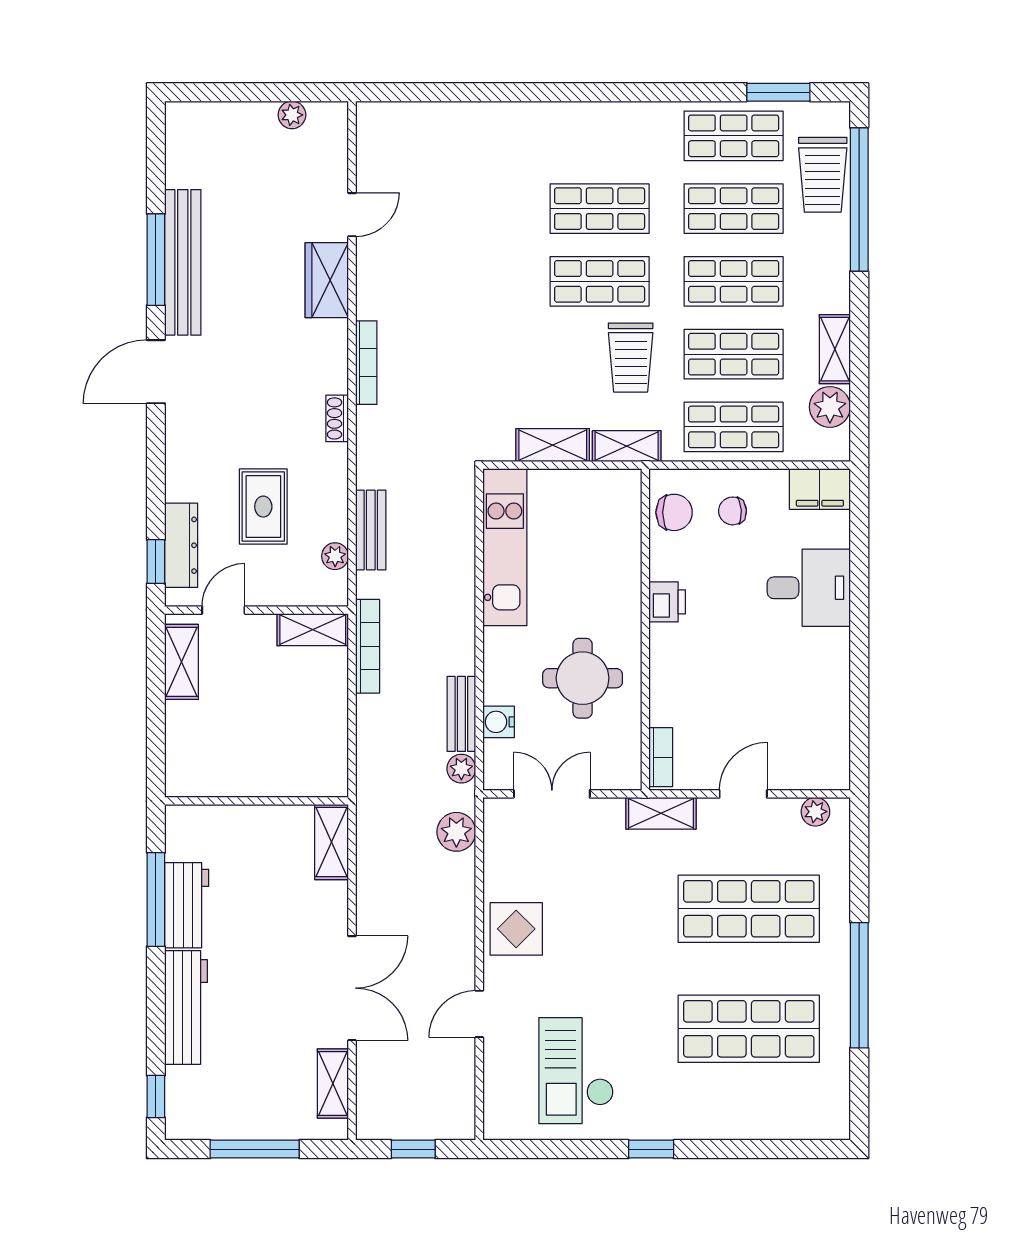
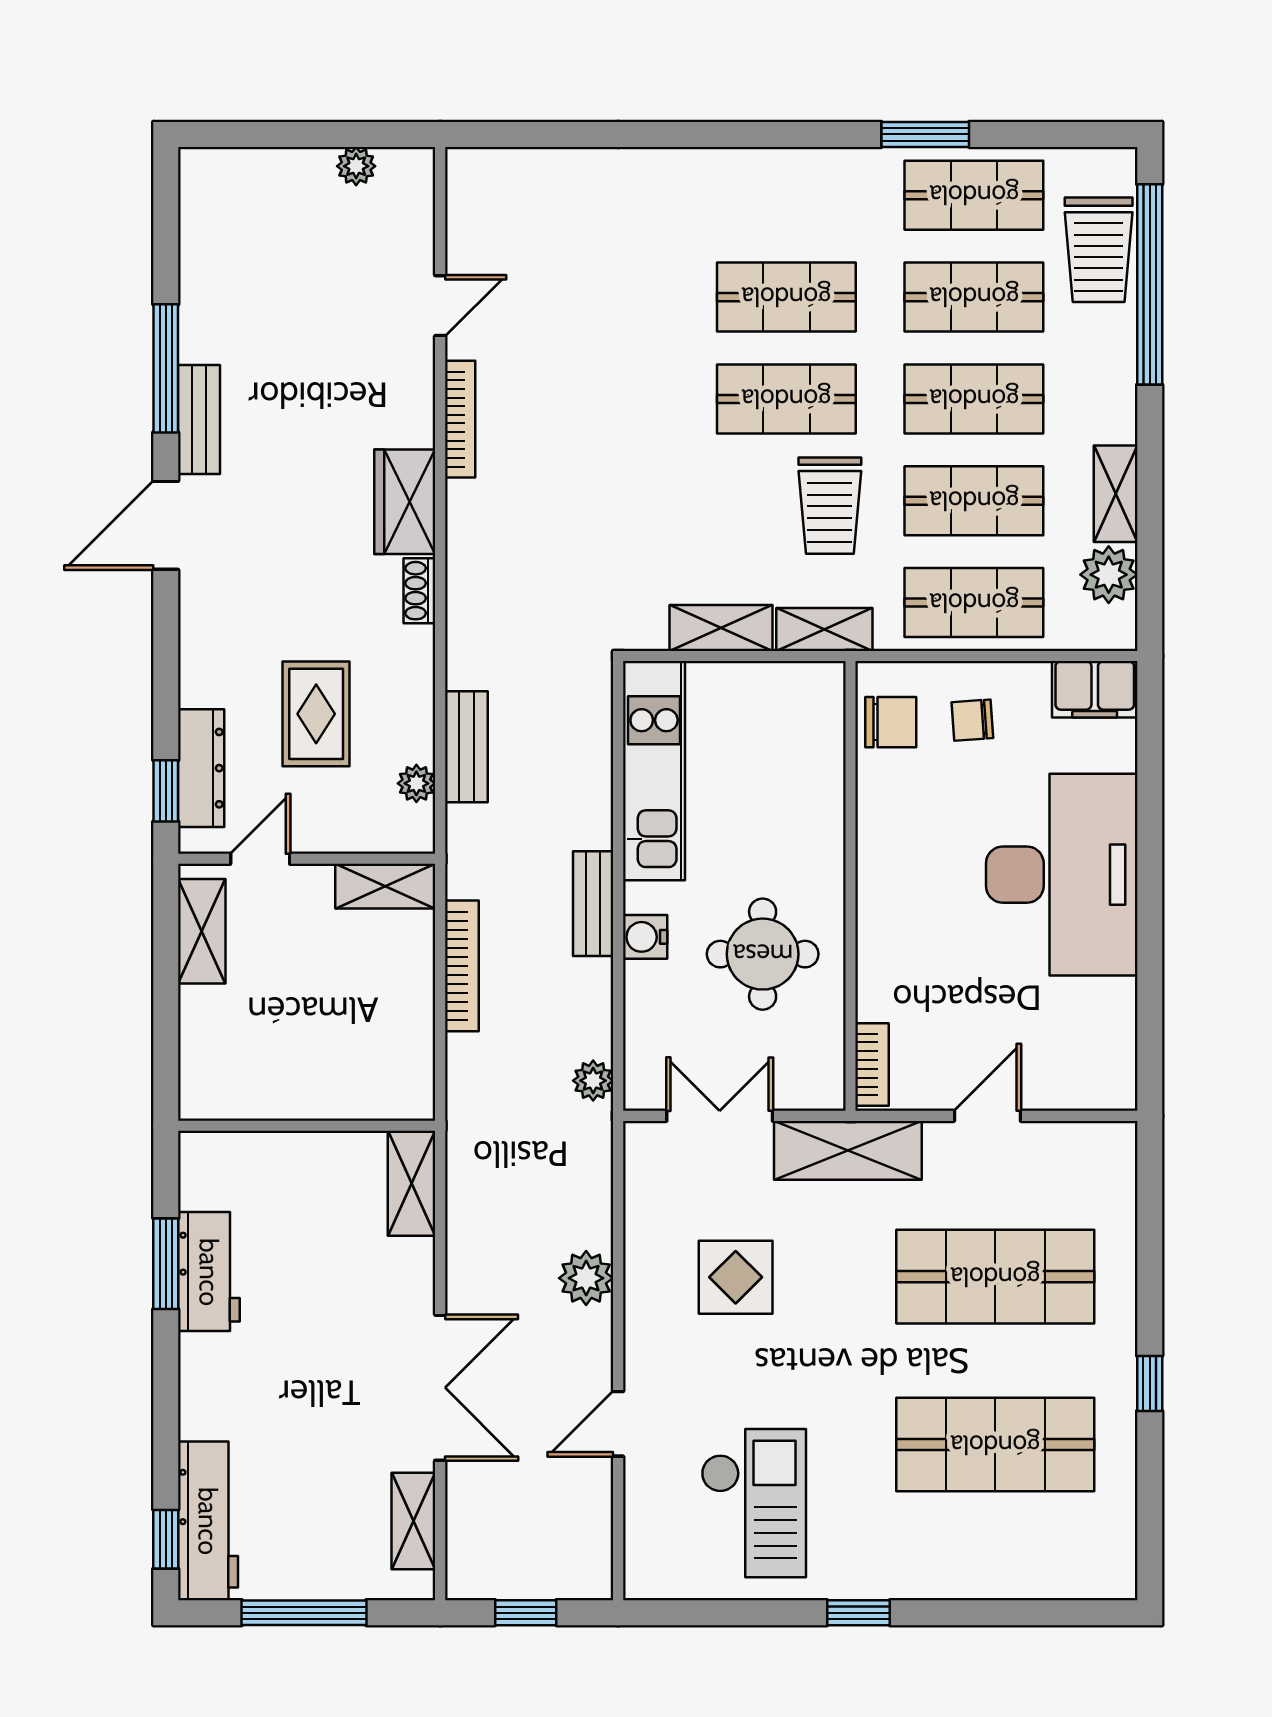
window: (778, 92) -> (925, 134), moved
bench: (183, 262) -> (199, 420), width x0.54, depth x0.82
wardrobe: (327, 280) -> (405, 502), moved
bookcase: (366, 363) -> (460, 419), moved
desk: (809, 588) -> (1062, 875), width x1.87, depth x1.30
printer: (667, 602) -> (881, 847), removed
bookcase: (368, 646) -> (462, 966), moved
bench: (461, 714) -> (593, 904), moved
water cooler: (499, 722) -> (645, 937), moved
plant: (815, 812) -> (1088, 1141), removed
shelving: (661, 813) -> (848, 1150), width x1.50, depth x1.33
plant: (456, 832) -> (586, 1278), moved
window: (156, 900) -> (166, 1264), width x0.69
display table: (516, 929) -> (736, 1277), moved
window: (859, 985) -> (1150, 1383), width x0.32
workbench: (186, 1007) -> (208, 1521), moved
checkout: (576, 1071) -> (754, 1503), turned 180

